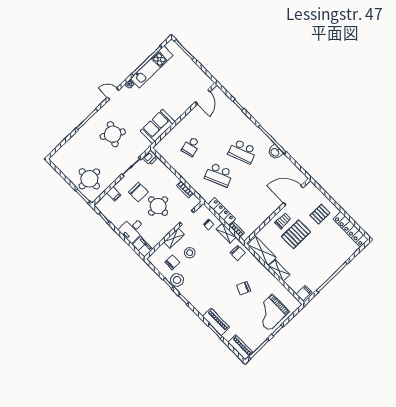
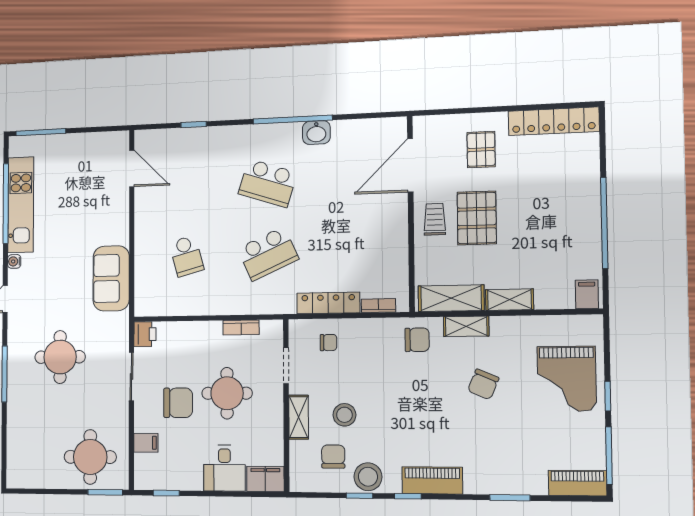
round table: (113, 134) -> (60, 357), turned -31
school desk: (242, 151) -> (268, 183), turned 39
shelving: (226, 233) -> (466, 326), moved
piano: (216, 322) -> (432, 480), moved

